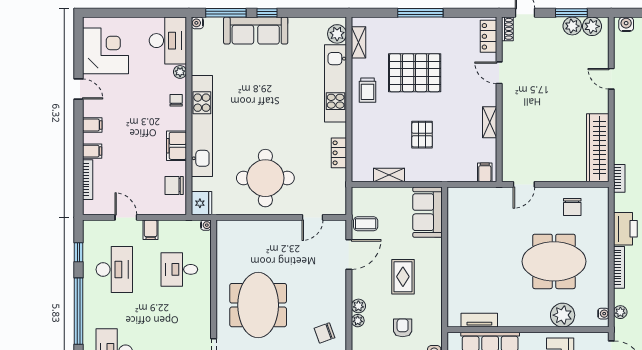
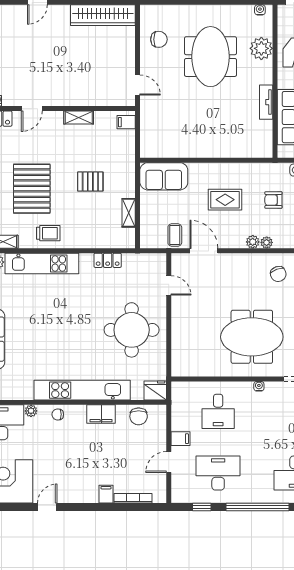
filing cabinet: (92, 125) -> (81, 494), removed
water cooler: (206, 225) -> (259, 386), moved
tv unit: (479, 320) -> (266, 102), moved

